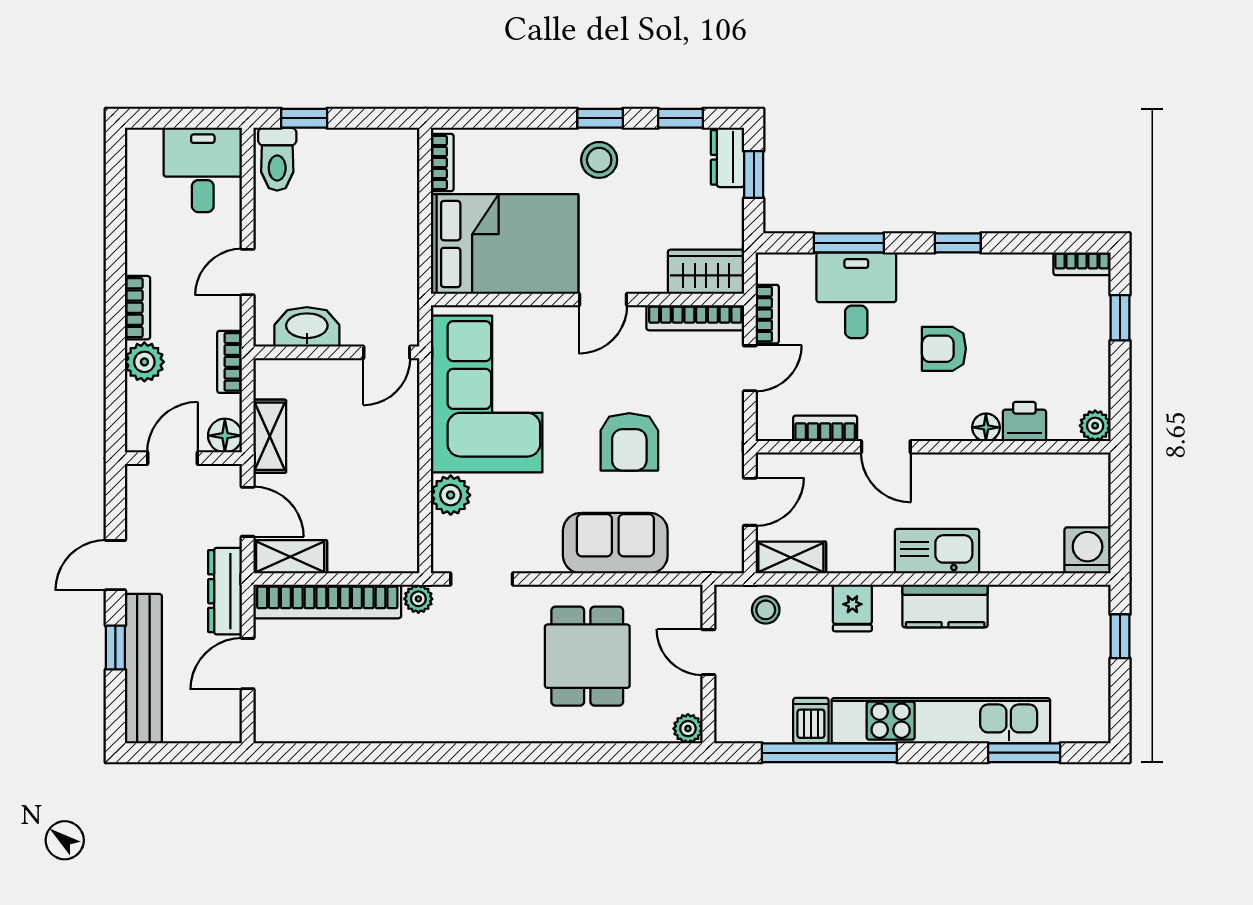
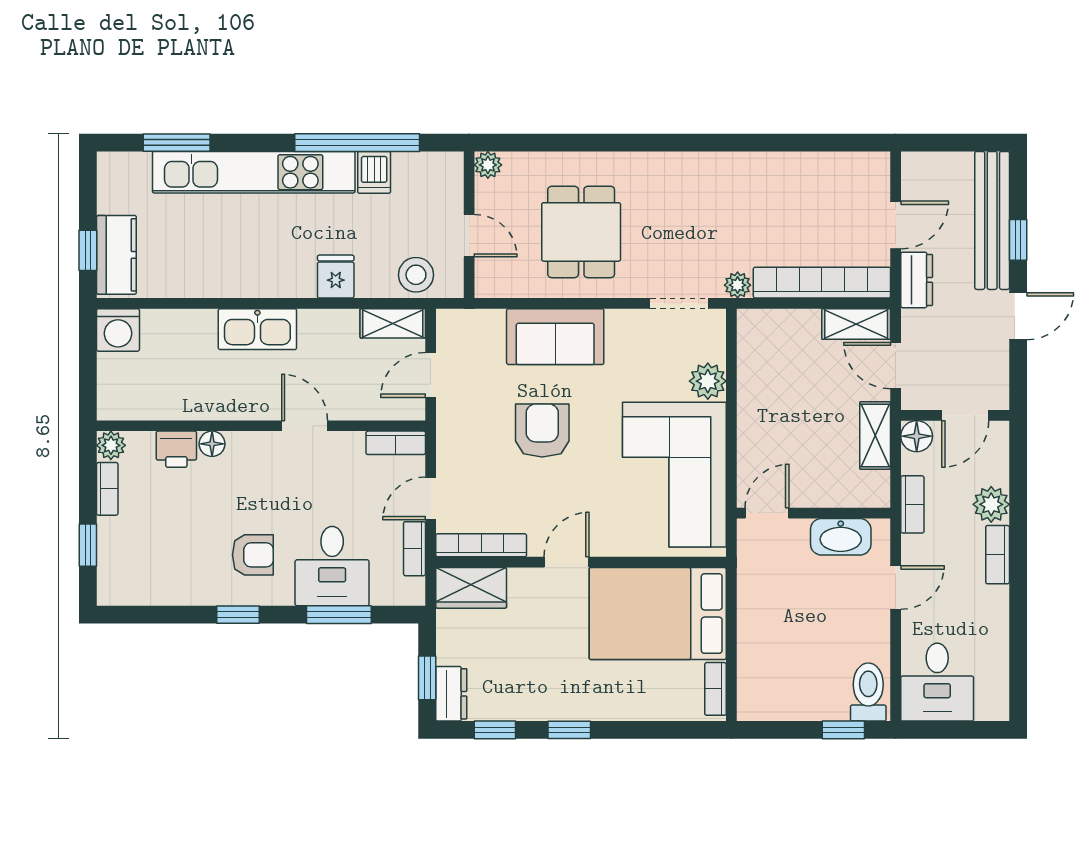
stool: (599, 160) -> (570, 691), removed
bookcase: (1082, 264) -> (107, 489), moved, turned 90
armchair: (944, 349) -> (253, 555), moved
bookcase: (825, 428) -> (396, 443), moved
dresser: (225, 591) -> (917, 280), width x0.70
kitchen counter: (945, 606) -> (116, 255), moved, turned 90
stool: (766, 610) -> (416, 275), width x1.37, depth x1.37

